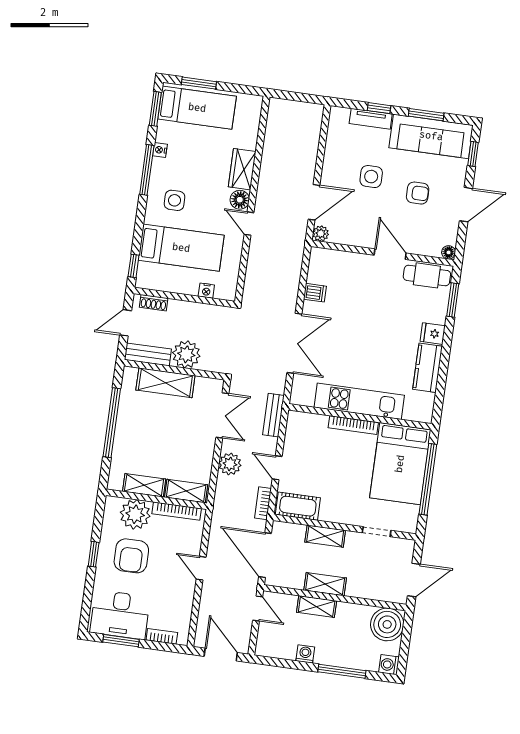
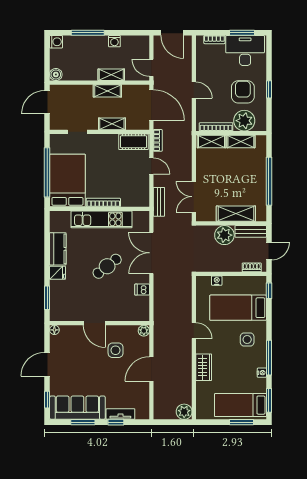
side table: (371, 177) -> (116, 350), moved
armchair: (418, 193) -> (81, 368), removed
floor lamp: (240, 200) -> (202, 346), removed
door: (314, 202) -> (151, 369), moved
cafe table: (427, 275) -> (107, 266), moved, turned -38
plant: (230, 464) -> (184, 412), moved
boiler: (387, 624) -> (56, 74), width x0.54, depth x0.54

